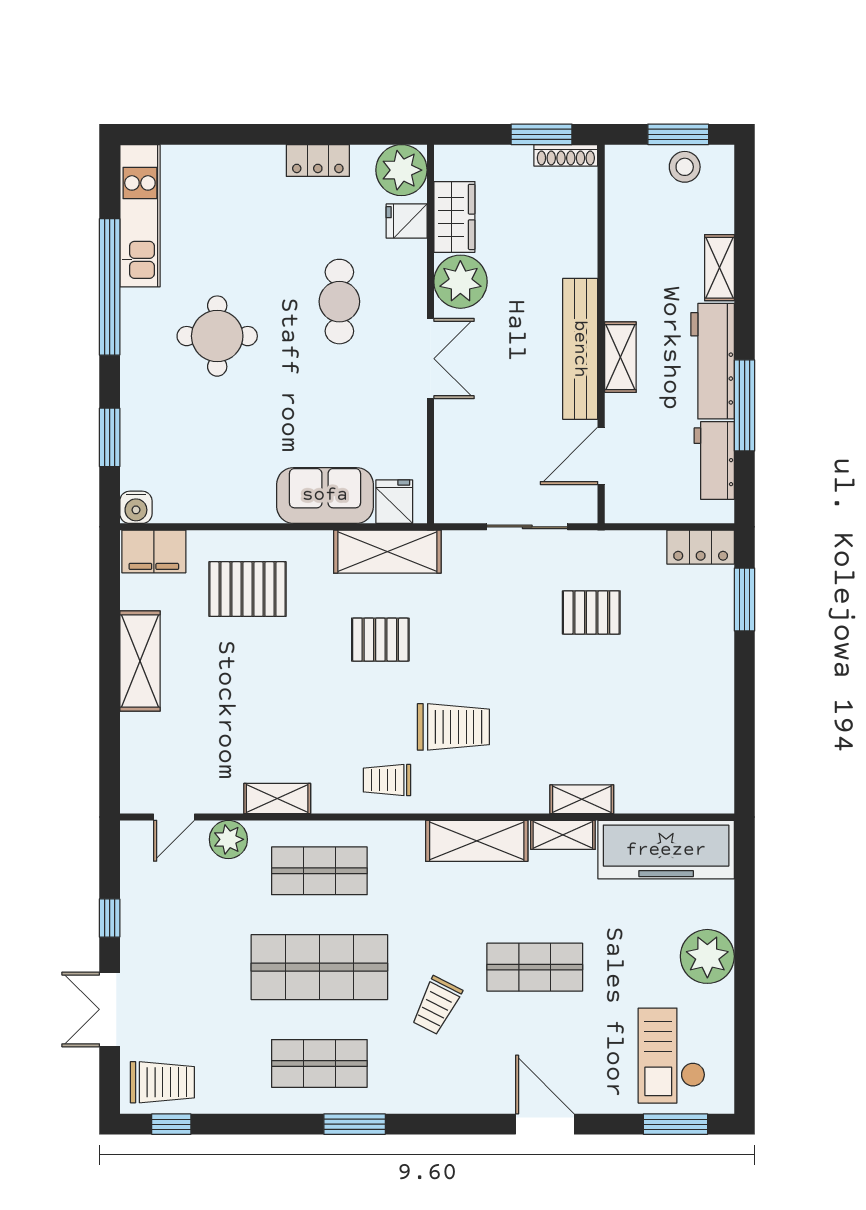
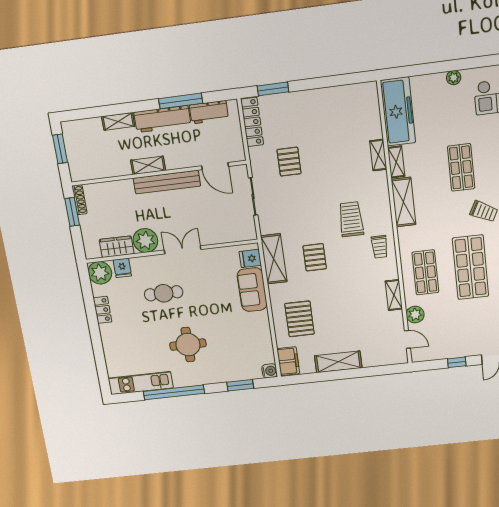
stool: (685, 167) -> (74, 144), removed
shelving: (620, 357) -> (148, 165), moved
locker: (701, 547) -> (252, 122), width x1.53
plant: (707, 956) -> (454, 78), width x0.53, depth x0.53

